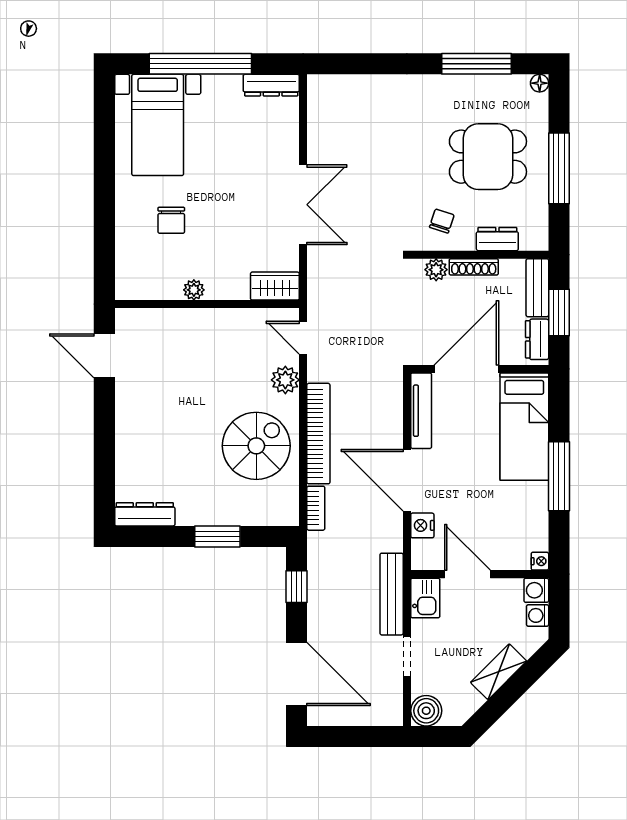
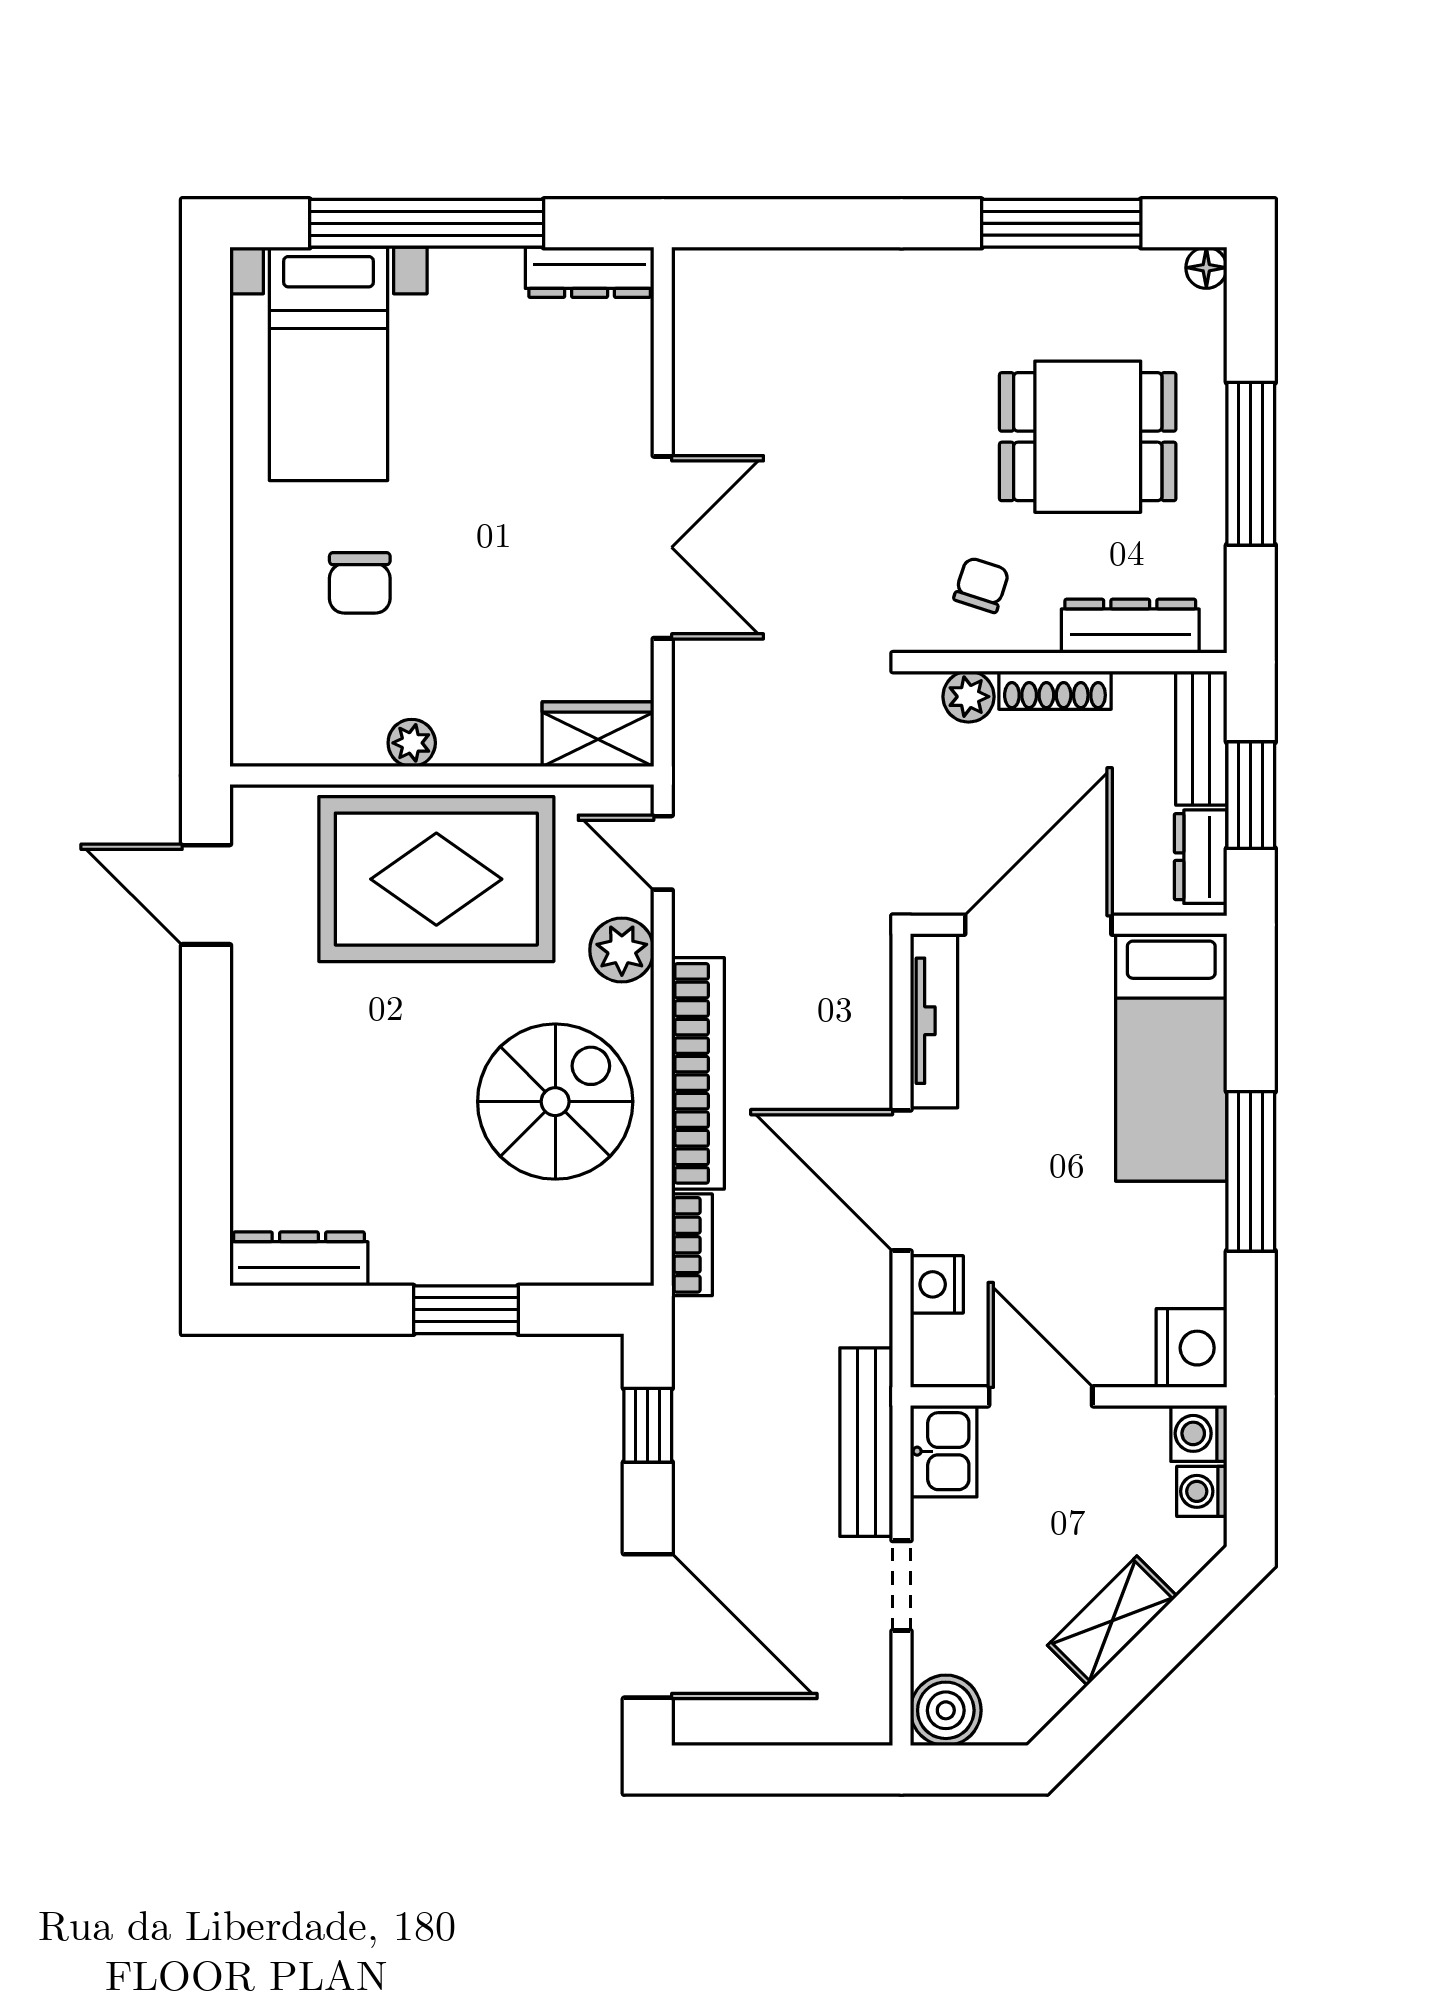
dresser: (497, 239) -> (1130, 626), width x1.44
rug: (205, 349) -> (436, 879), added
nightstand: (540, 561) -> (1192, 1348), width x1.89, depth x1.79

